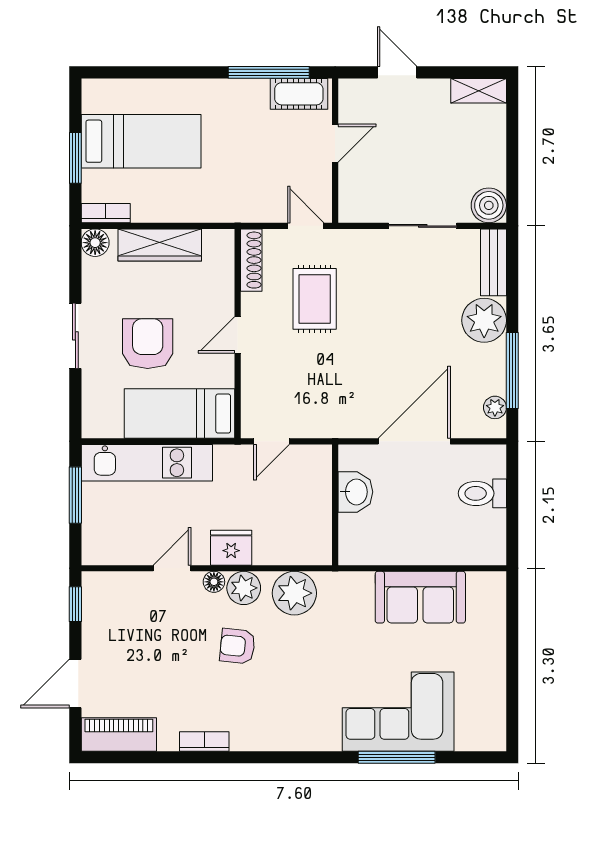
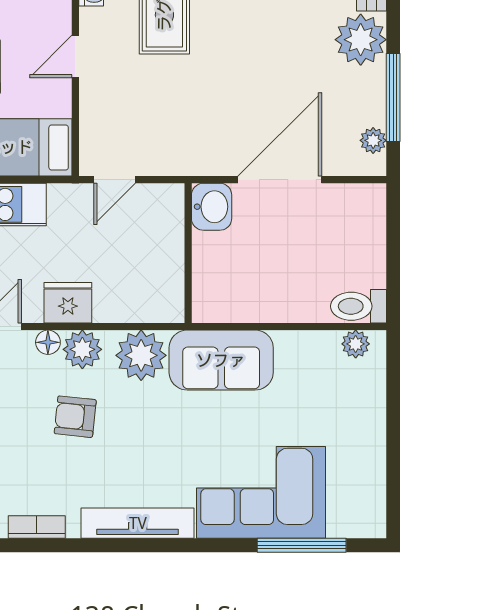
washbasin: (355, 492) -> (212, 207), moved
toilet: (482, 493) -> (359, 306), moved
plant: (480, 583) -> (356, 344), added
sofa: (420, 597) -> (221, 360), moved
tv unit: (291, 738) -> (138, 523), added
window: (397, 757) -> (302, 545), moved

